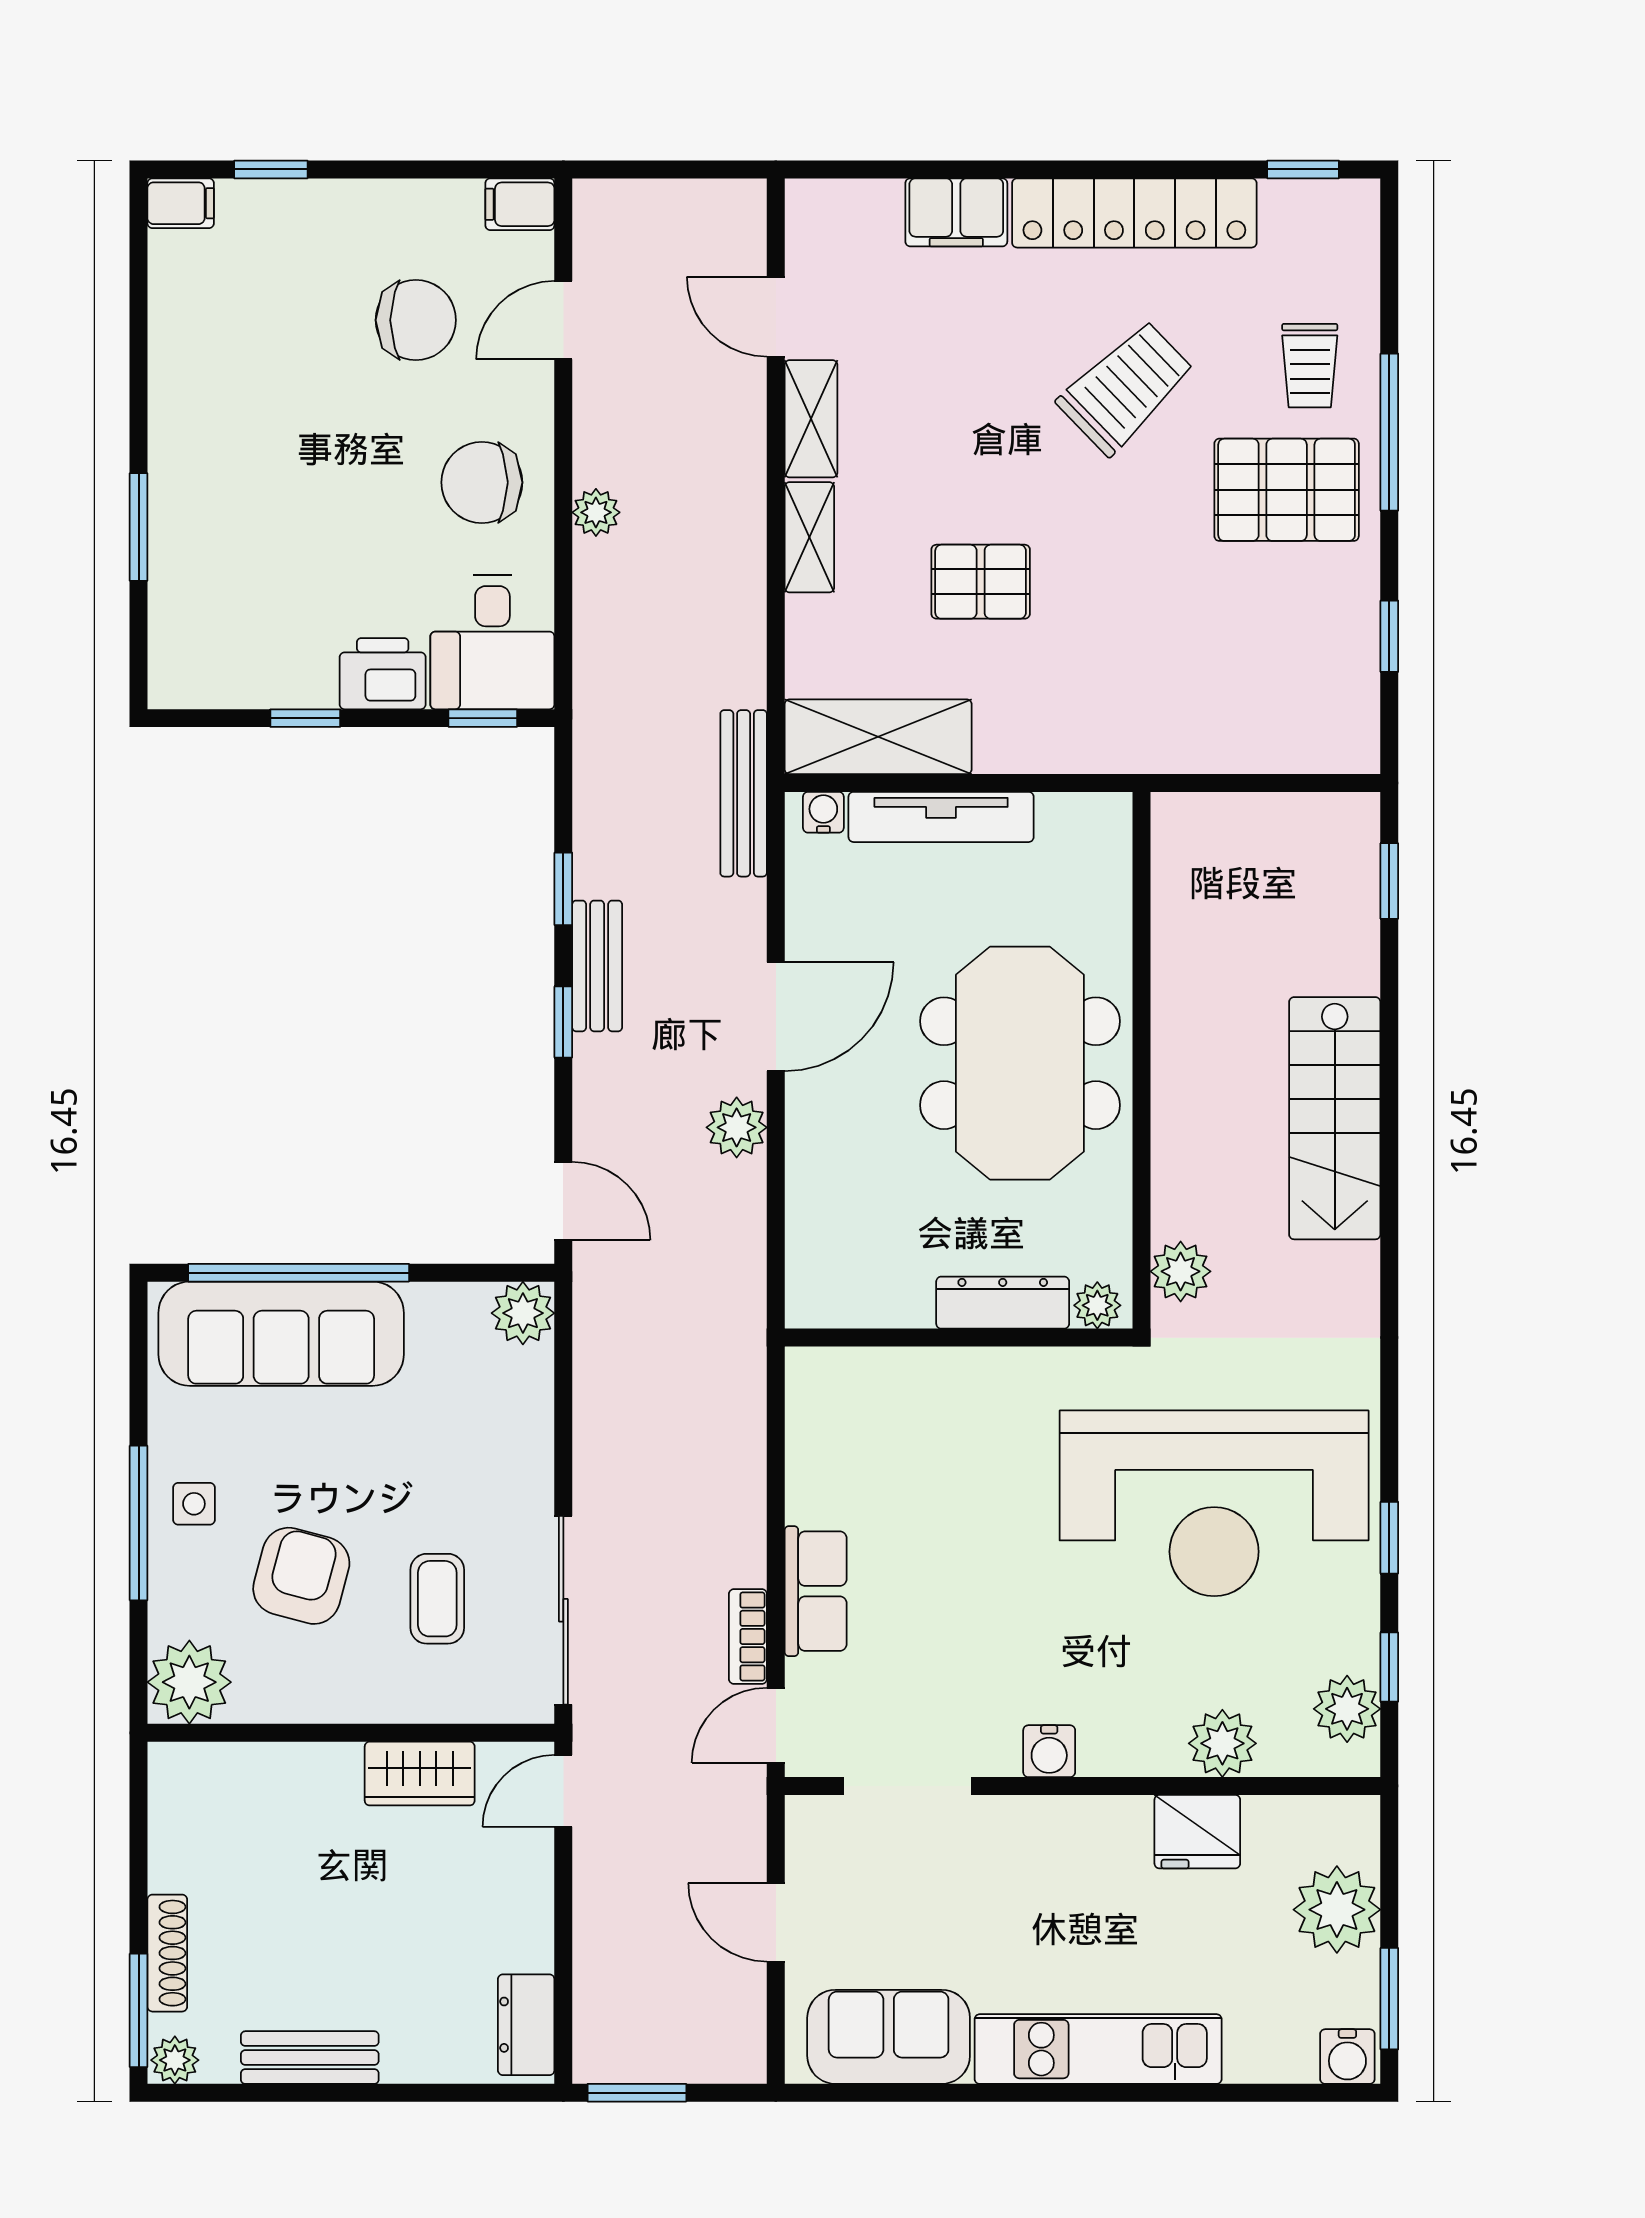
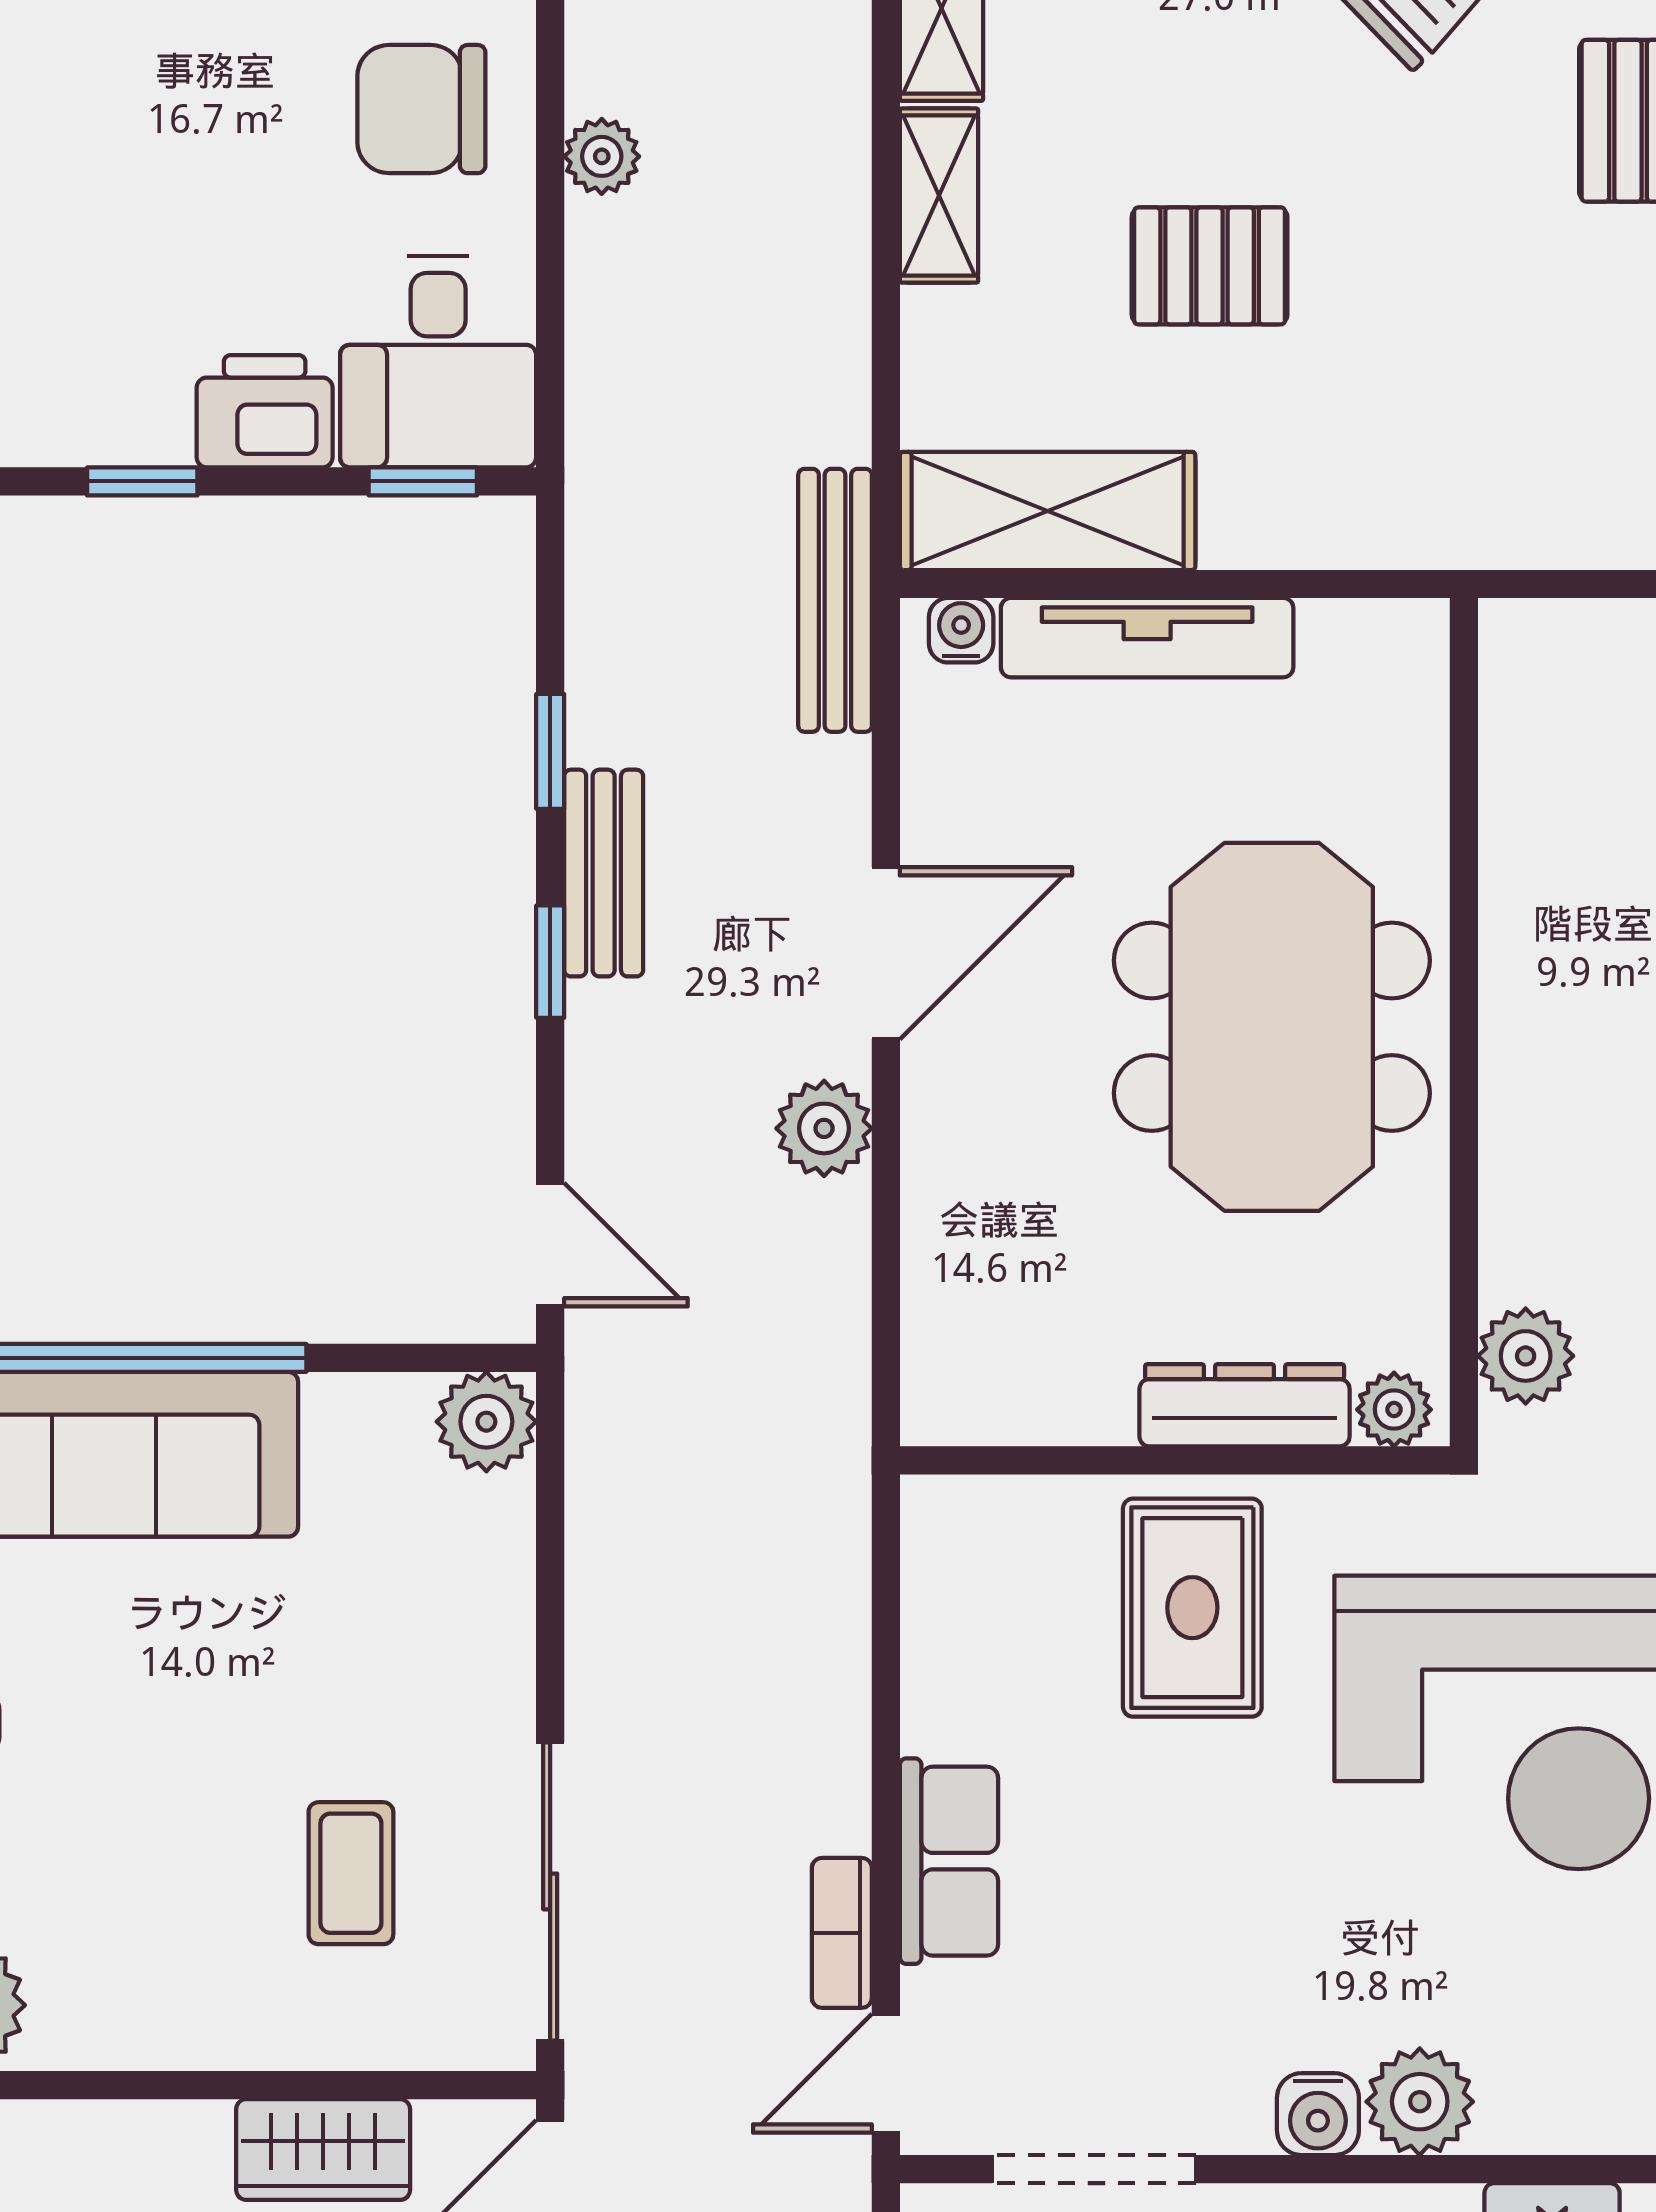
rug: (970, 1431) -> (1192, 1608), added
armchair: (301, 1576) -> (136, 1837), removed
plant: (1222, 1743) -> (1420, 2102), moved

